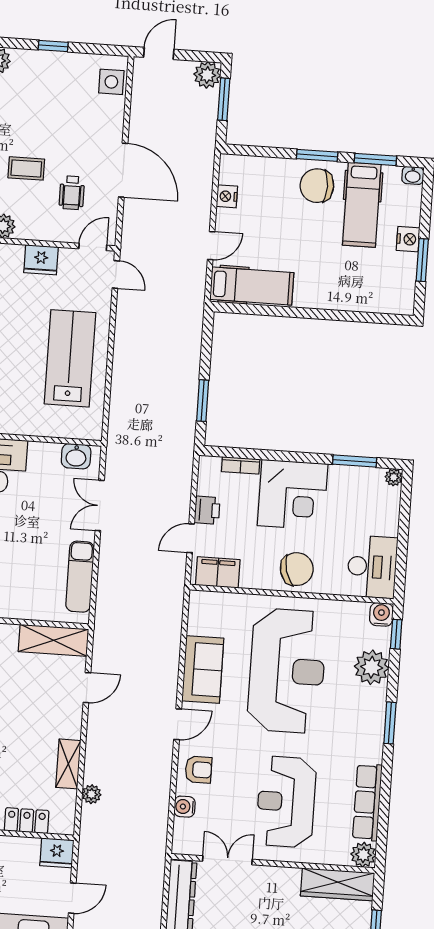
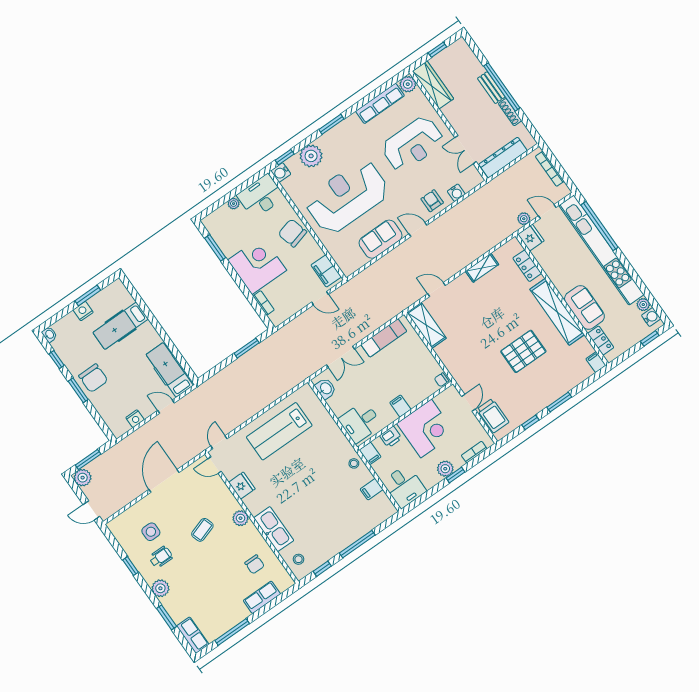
side table: (111, 82) -> (151, 532), moved
window: (375, 159) -> (57, 360), width x0.67
coffee table: (26, 168) -> (202, 530), turned 72
wheelchair: (72, 193) -> (161, 557), moved
hospital bed: (362, 205) -> (121, 326), moved, turned 180
plant: (394, 477) -> (234, 204), moved
printer: (207, 510) -> (299, 301), removed
plant: (91, 794) -> (524, 219), moved

